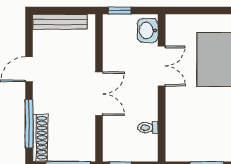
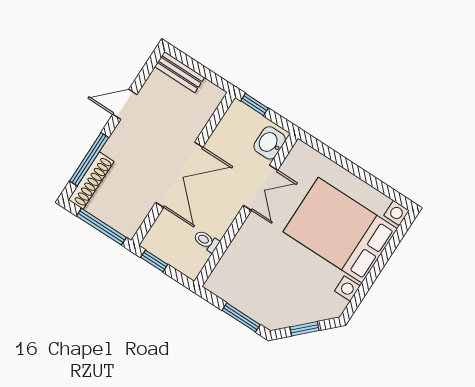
bench: (60, 22) -> (180, 72), width x0.73
double door: (99, 94) -> (179, 175), width x1.37

